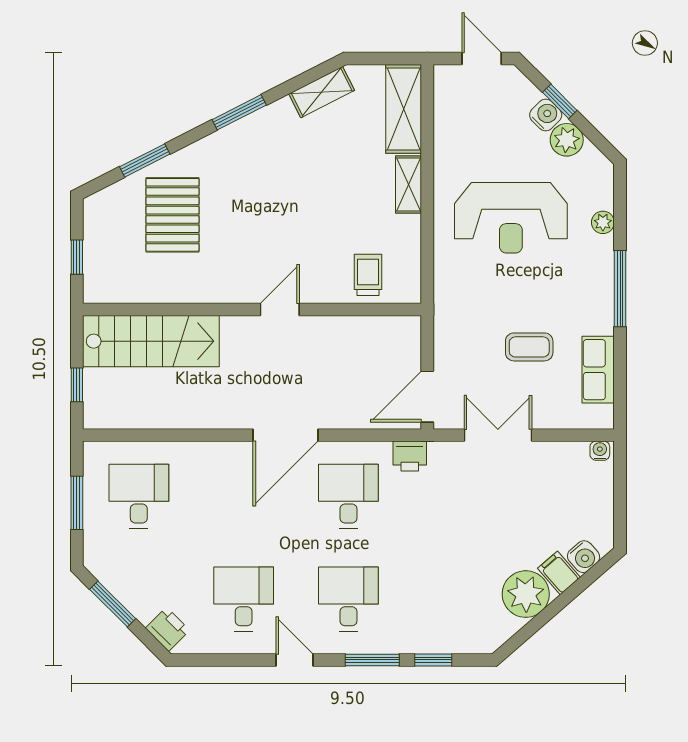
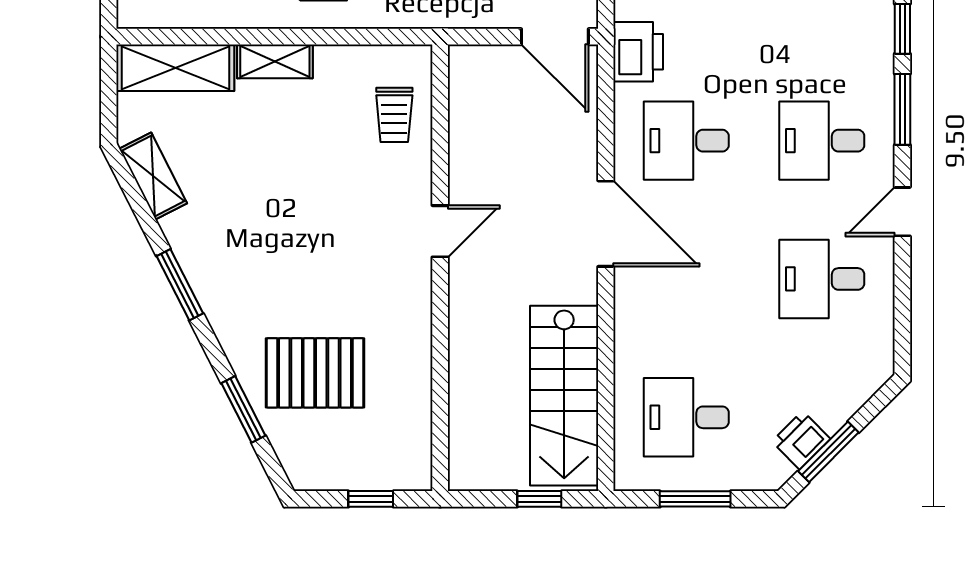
trolley: (368, 275) -> (394, 115), turned -90
door: (280, 310) -> (440, 231), swing flipped
stairs: (151, 341) -> (564, 396), moved, turned 180
printer: (410, 456) -> (638, 52), width x1.36, depth x1.24
printer: (168, 629) -> (801, 440), moved

